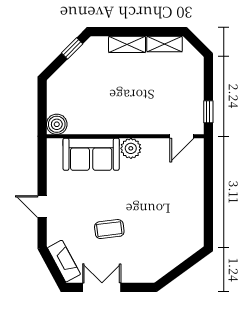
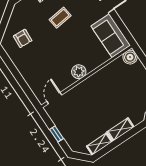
window: (208, 112) -> (57, 134), moved
sofa: (91, 154) -> (111, 36), moved, turned -90
armchair: (172, 234) -> (23, 38), added

